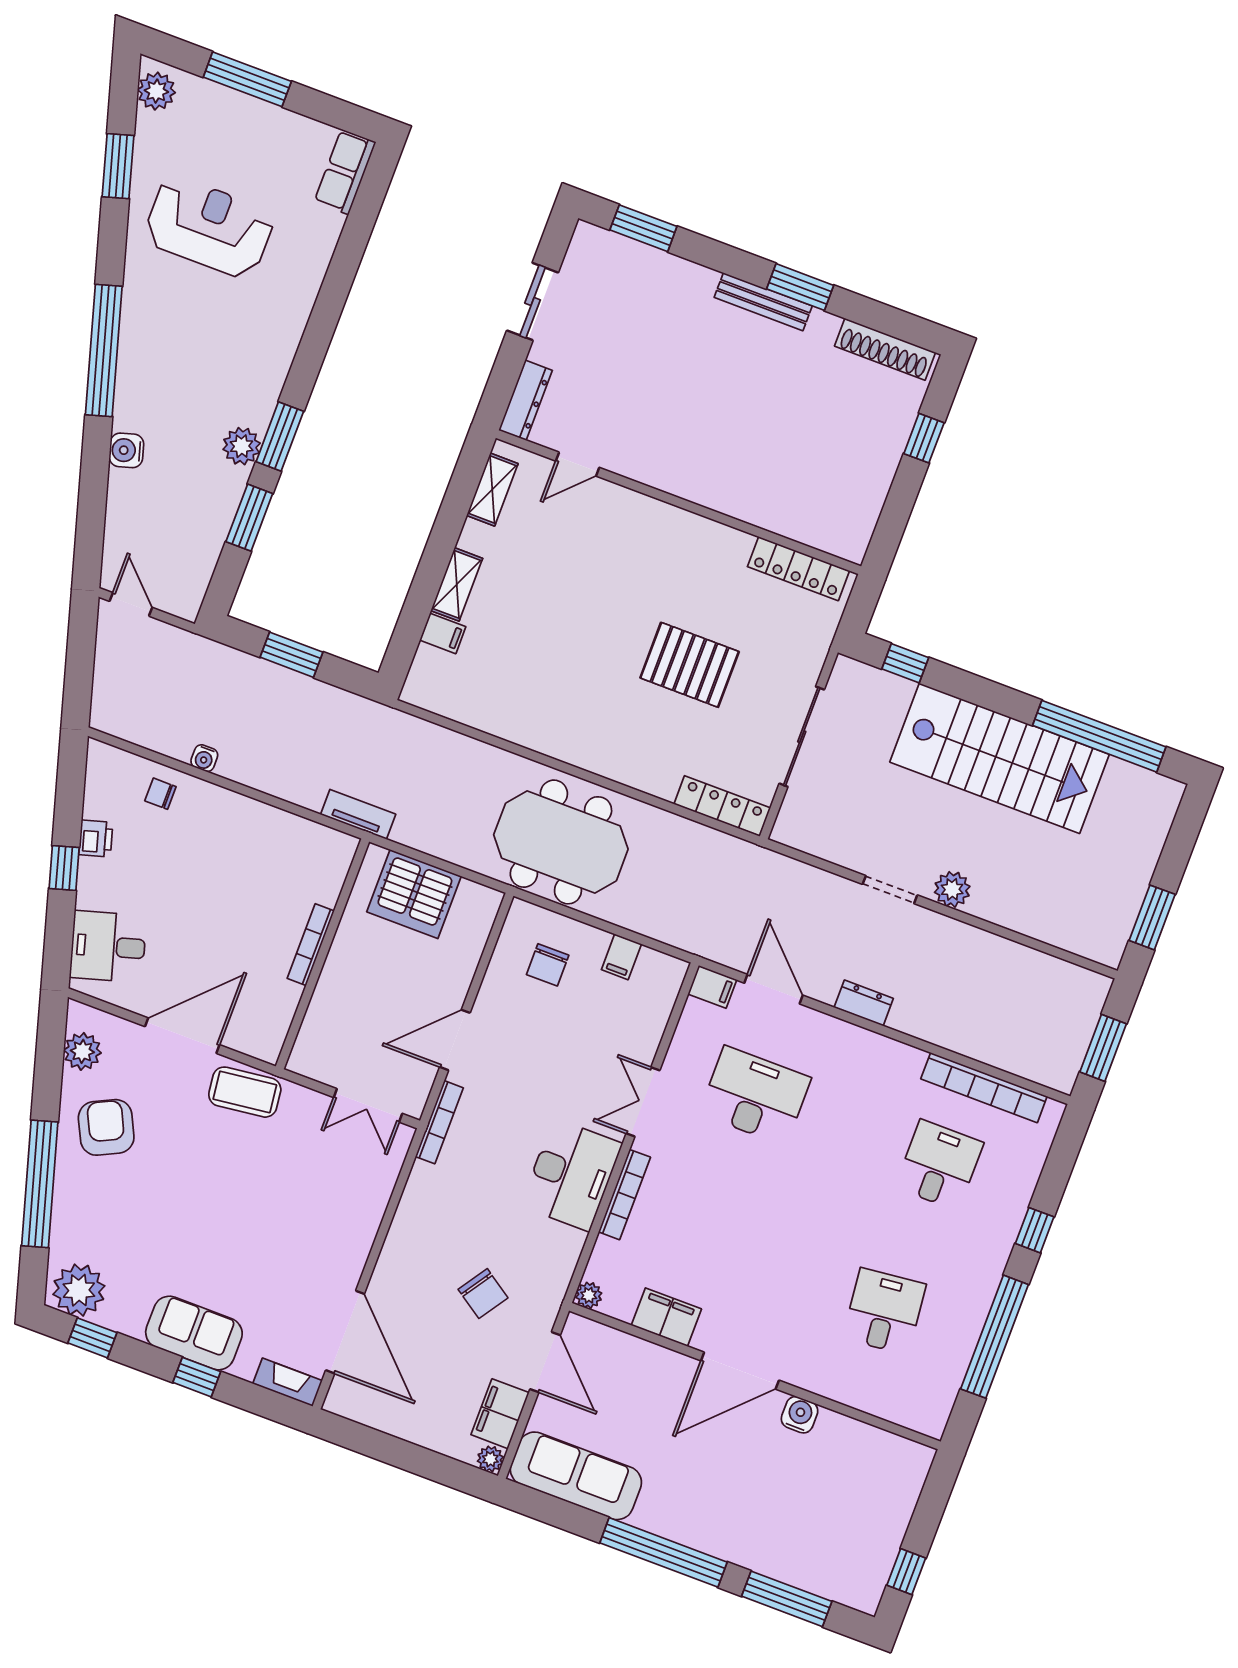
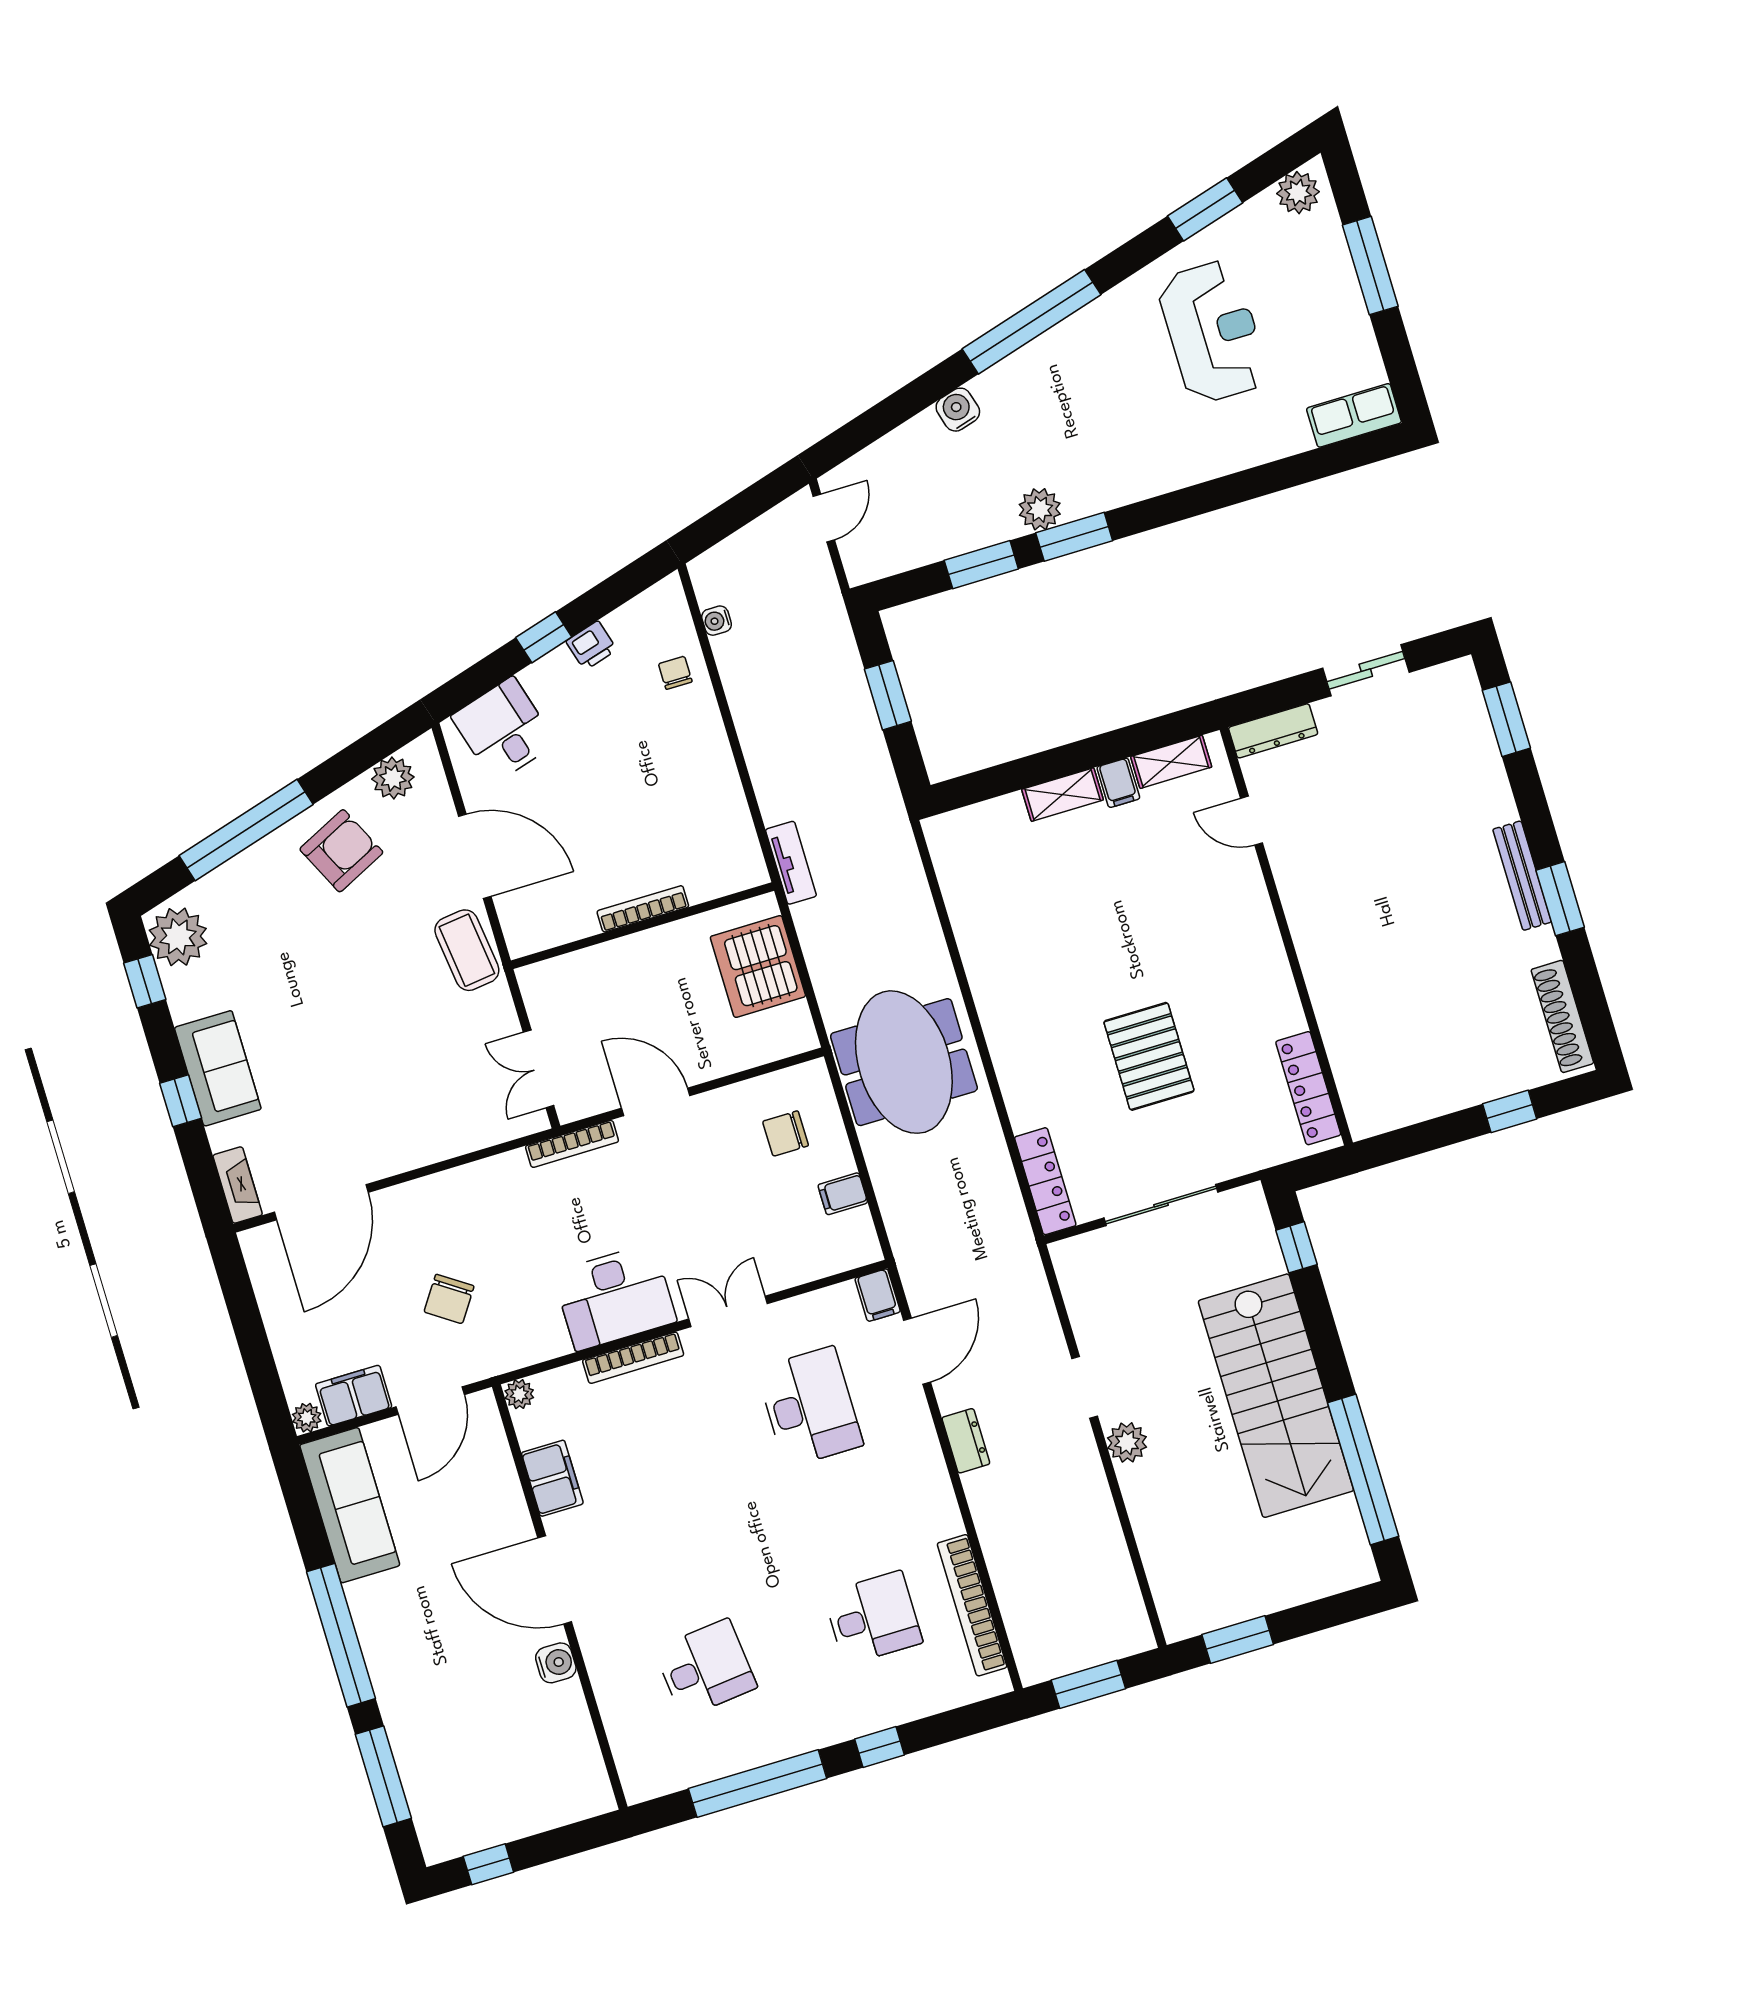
filing cabinet: (443, 633) -> (1118, 783), moved
water cooler: (204, 758) -> (717, 621), moved

